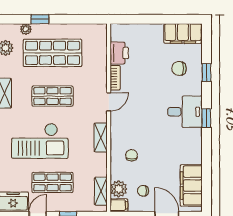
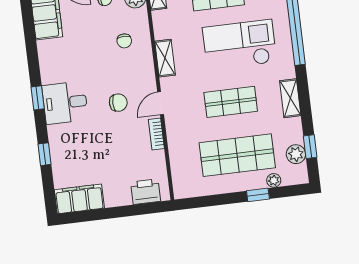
printer: (119, 53) -> (146, 192), moved, turned 90
chair: (179, 68) -> (118, 103), moved

